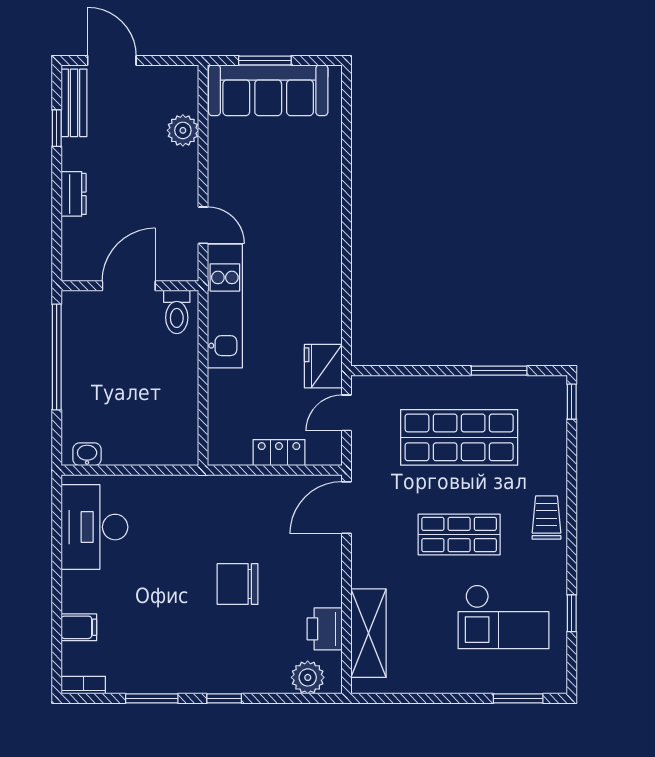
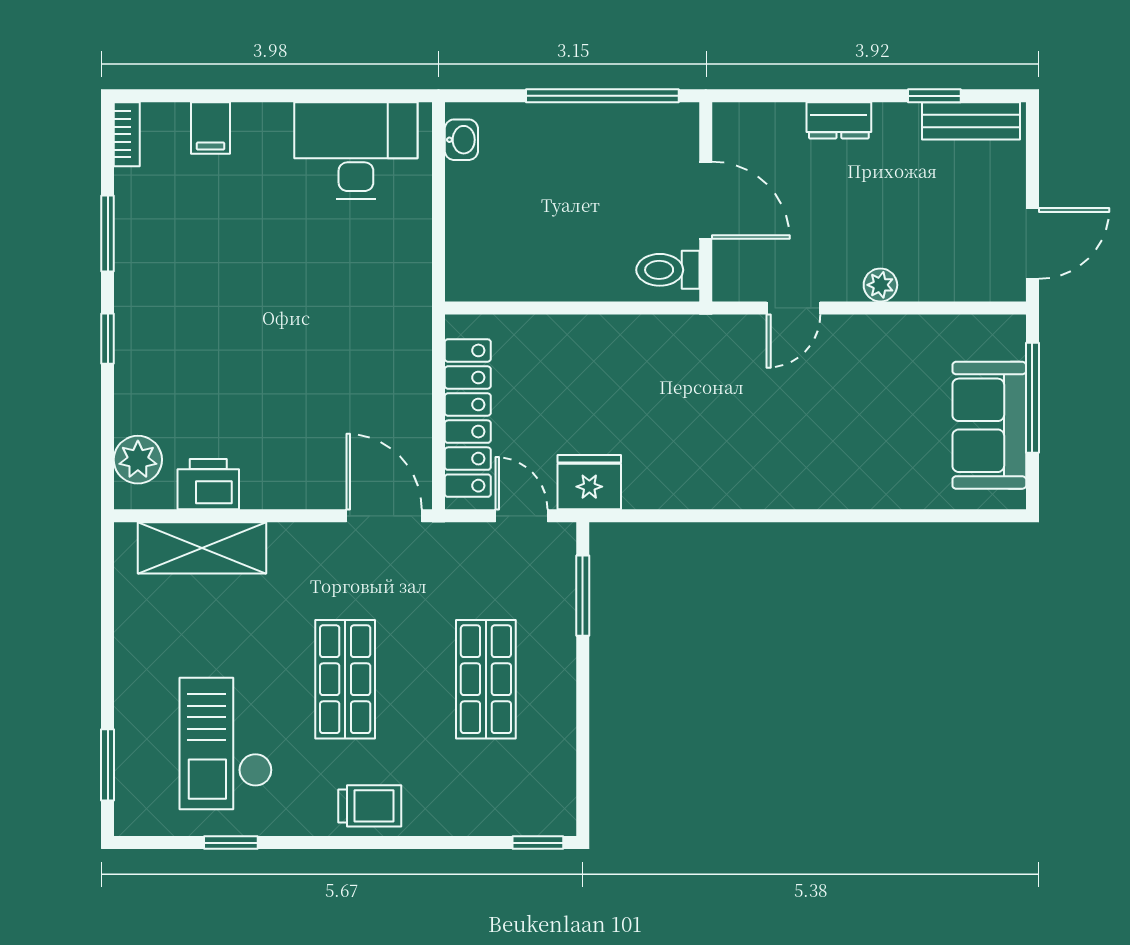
door: (112, 60) -> (1032, 243), moved
window: (265, 60) -> (1032, 398), width x1.44
sofa: (268, 90) -> (989, 425), width x0.73
plant: (183, 130) -> (880, 285), moved, width x0.73, depth x0.73
kitchen unit: (225, 306) -> (676, 340), removed
window: (499, 371) -> (583, 596), moved
shop shelf: (459, 437) -> (486, 679), width x0.70, depth x0.74
locker: (279, 453) -> (468, 418), width x2.16, depth x1.21
chair: (238, 584) -> (273, 358), removed

